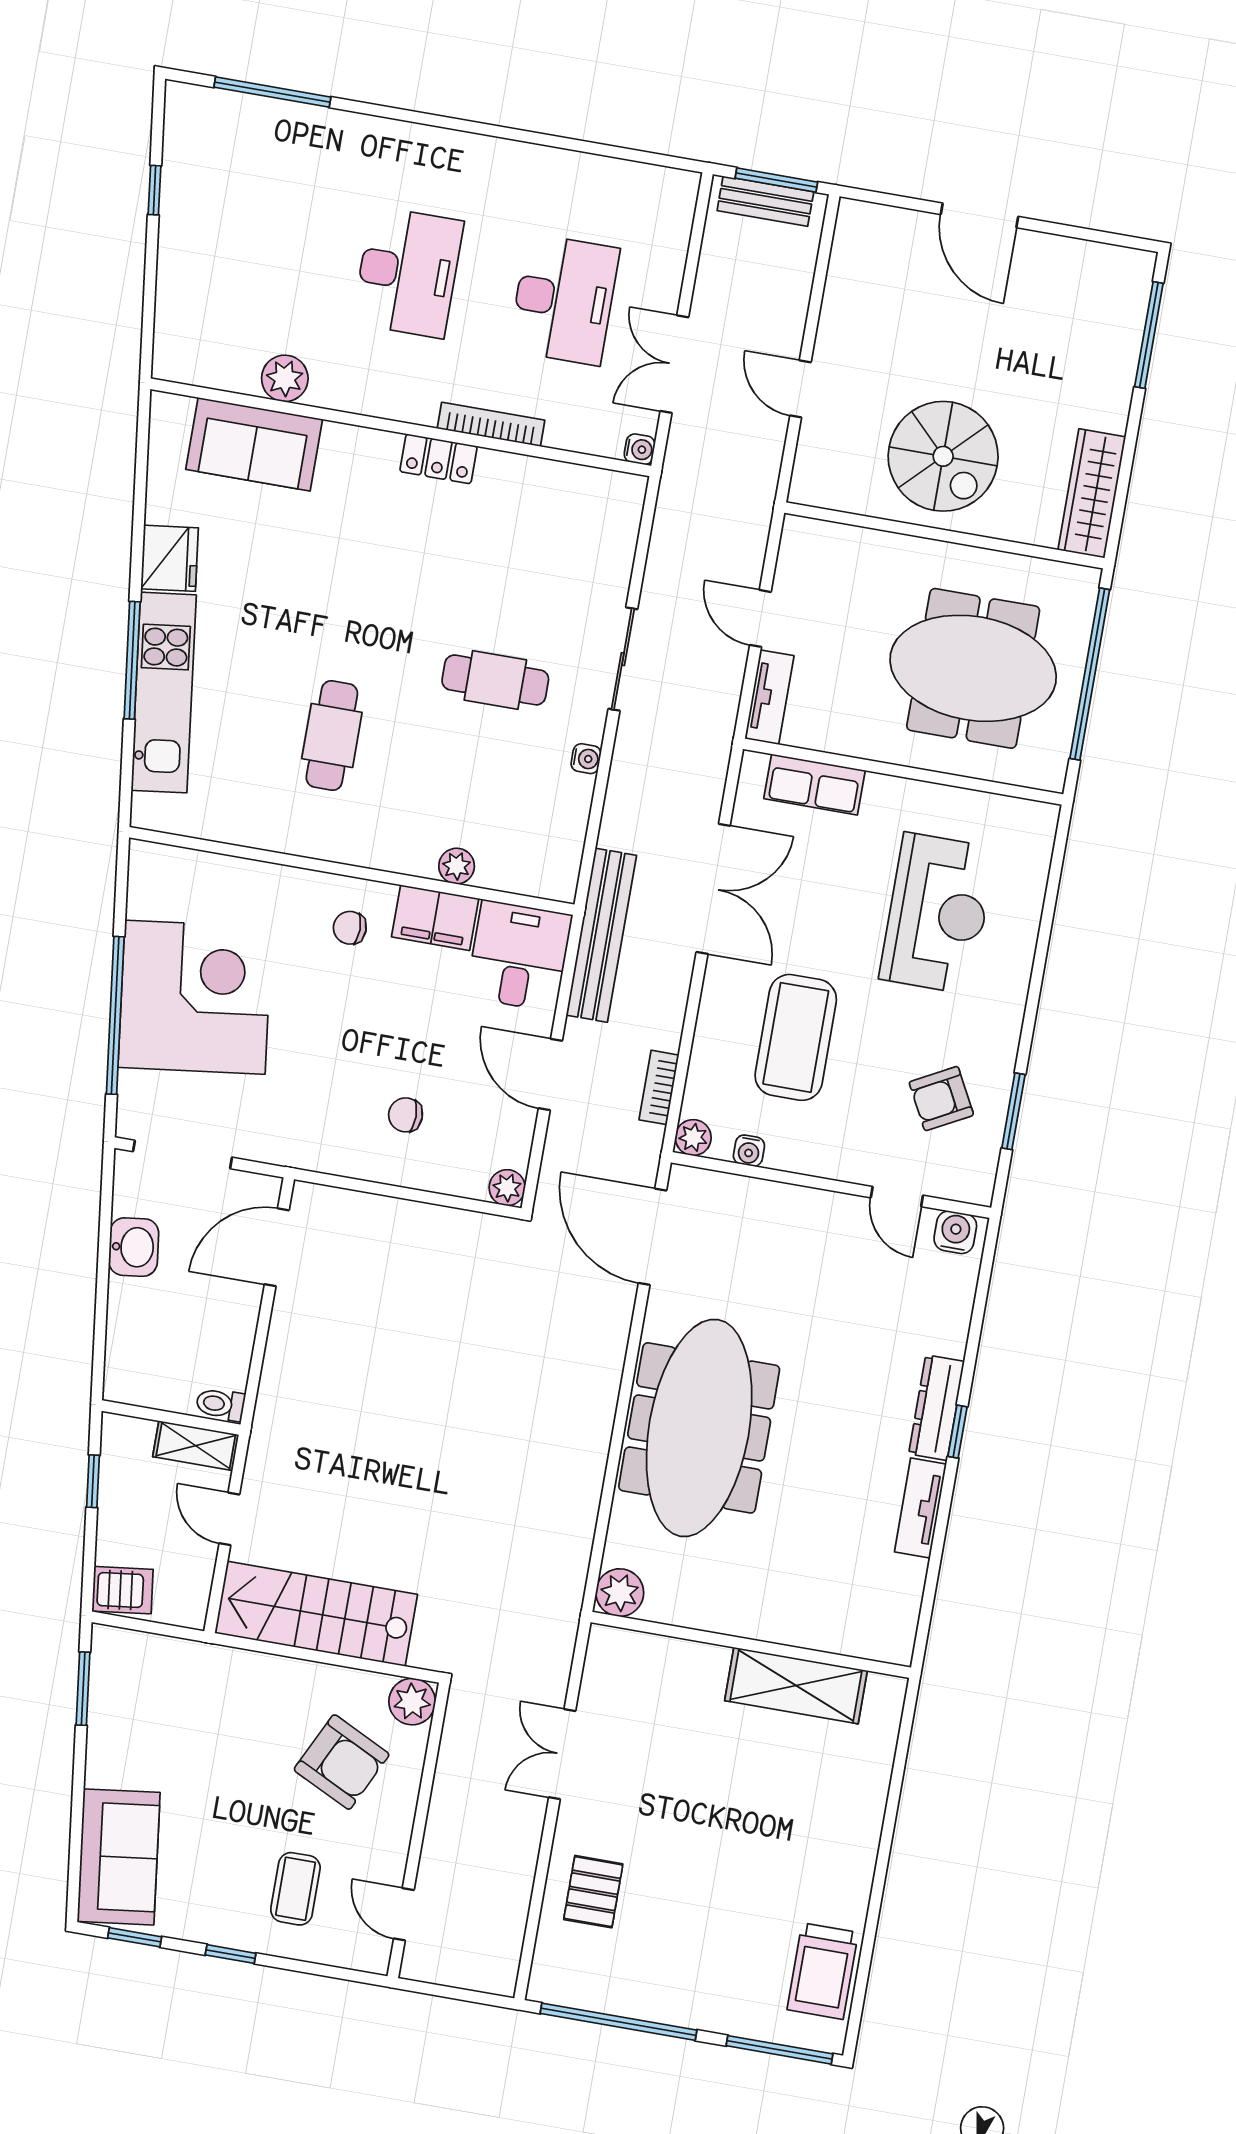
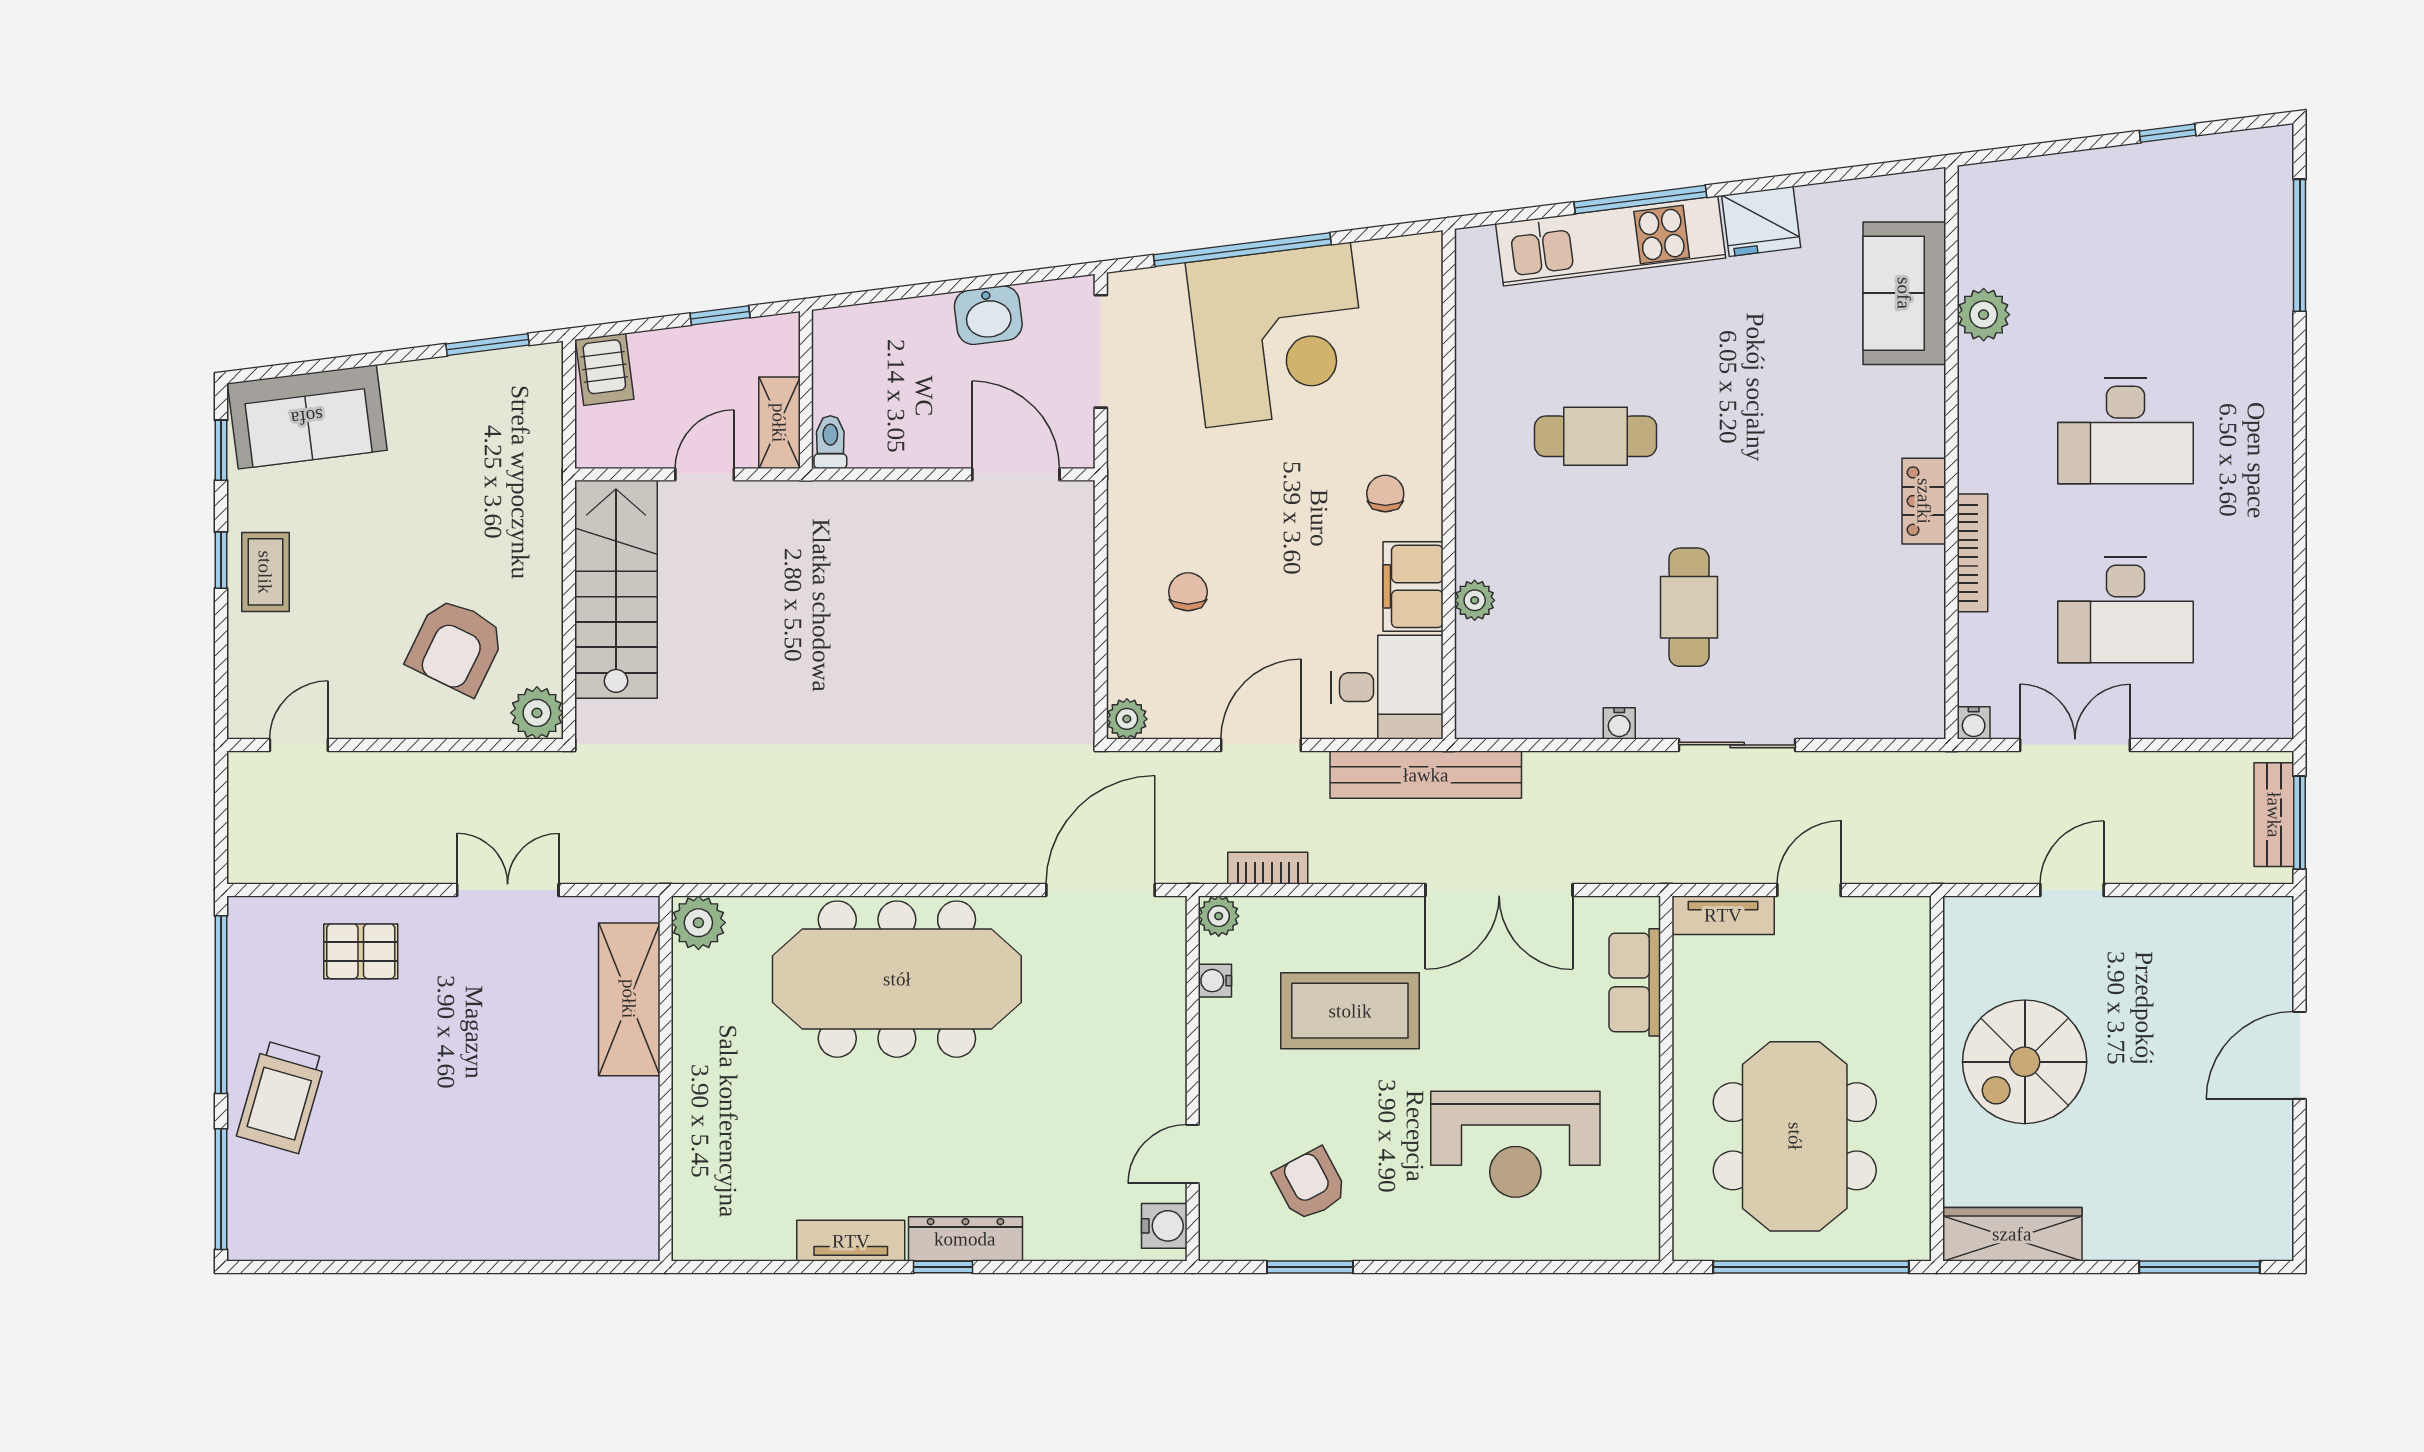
shelving: (796, 1686) -> (629, 999), moved
coffee table: (295, 1889) -> (265, 572), moved, turned 90
trolley: (823, 1971) -> (281, 1097), moved, turned -74

